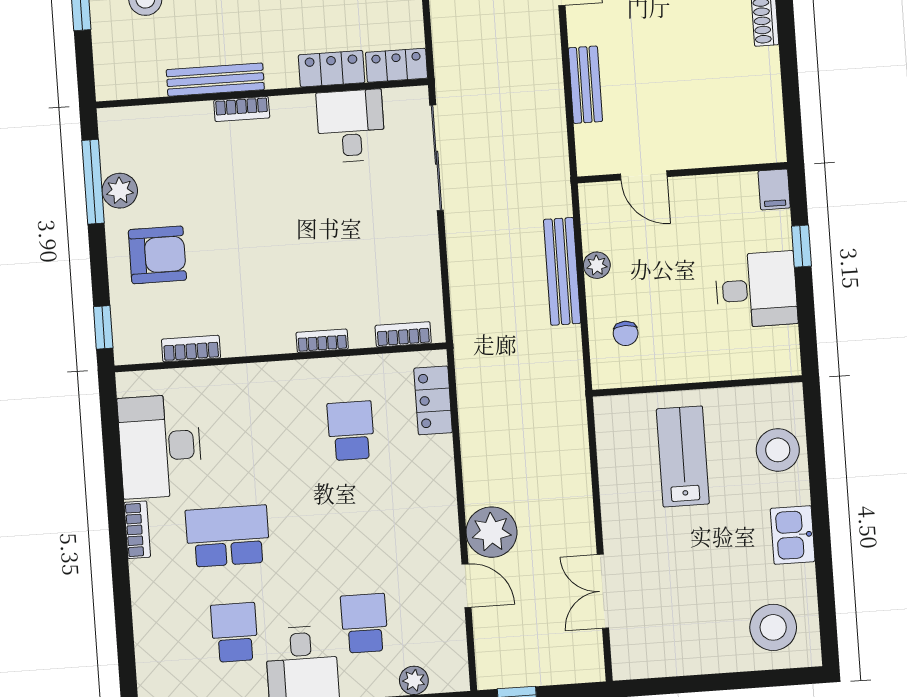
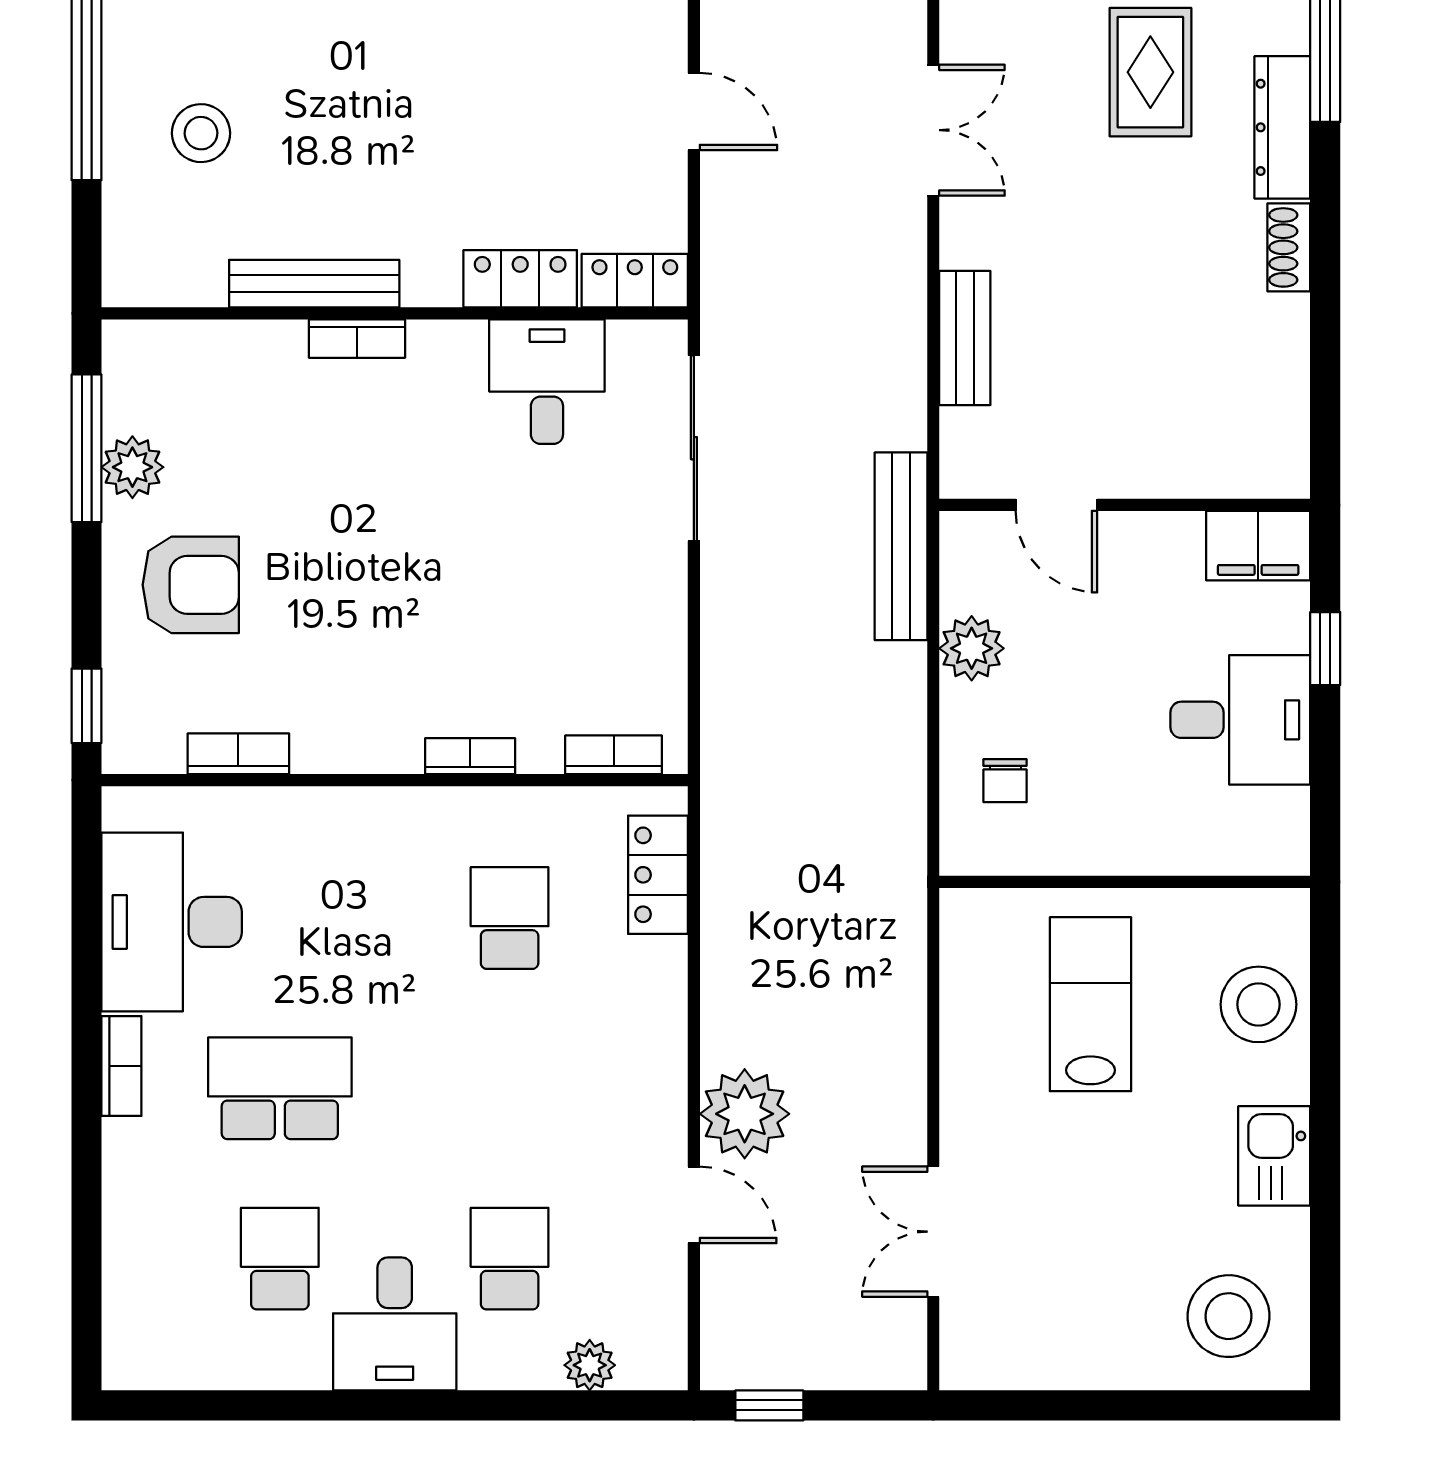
filing cabinet: (774, 189) -> (1258, 546), width x2.00
plant: (597, 265) -> (972, 648), width x1.38, depth x1.38
bench: (562, 271) -> (901, 546), moved

